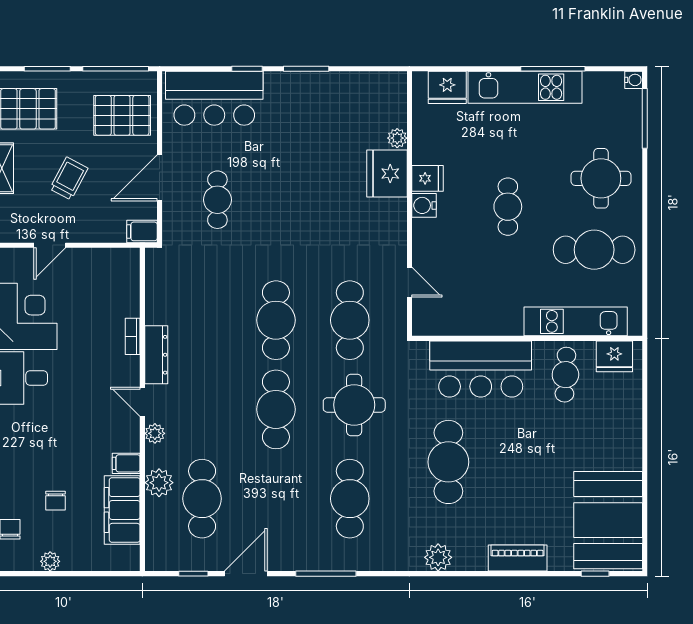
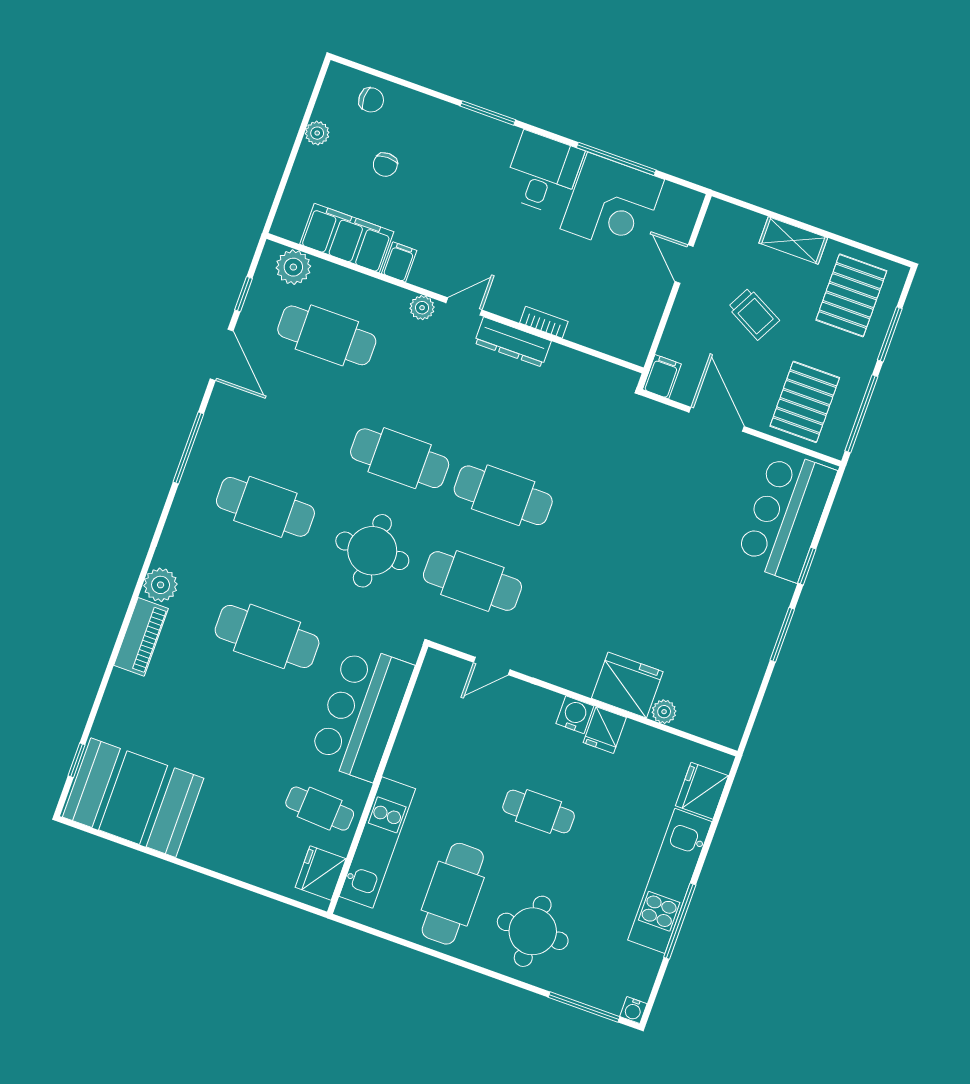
cafe table: (217, 200) -> (667, 477), removed
plant: (159, 483) -> (293, 267), moved
chair: (56, 501) -> (385, 165), turned -90
piano: (518, 558) -> (141, 637), moved

